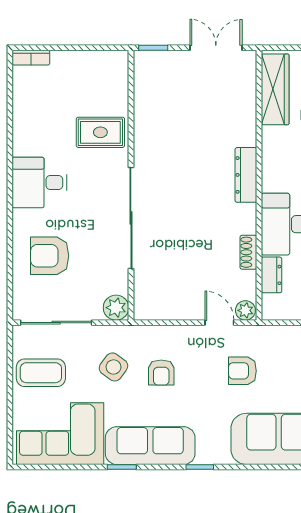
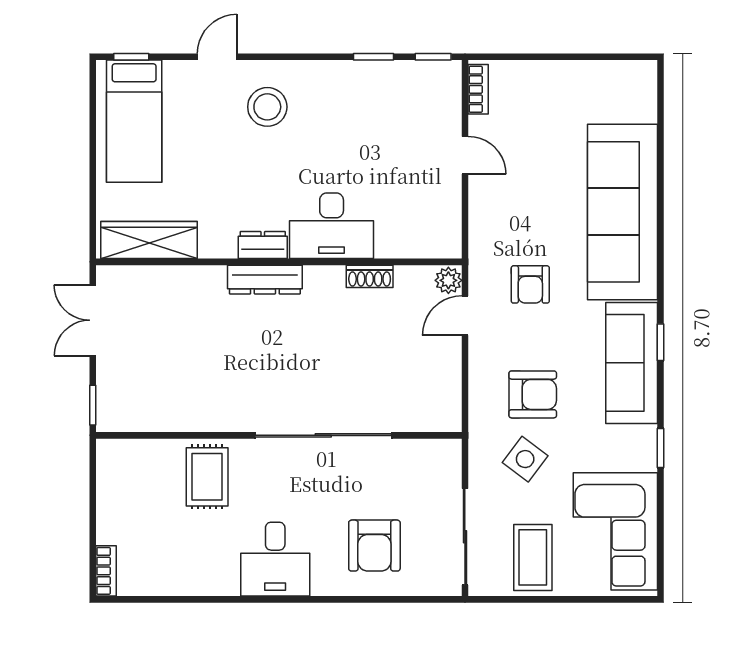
dresser: (272, 275) -> (263, 245), moved
plant: (116, 308) -> (445, 456), removed
armchair: (161, 373) -> (533, 394), width x1.38, depth x1.38
sofa: (150, 446) -> (632, 363), moved

